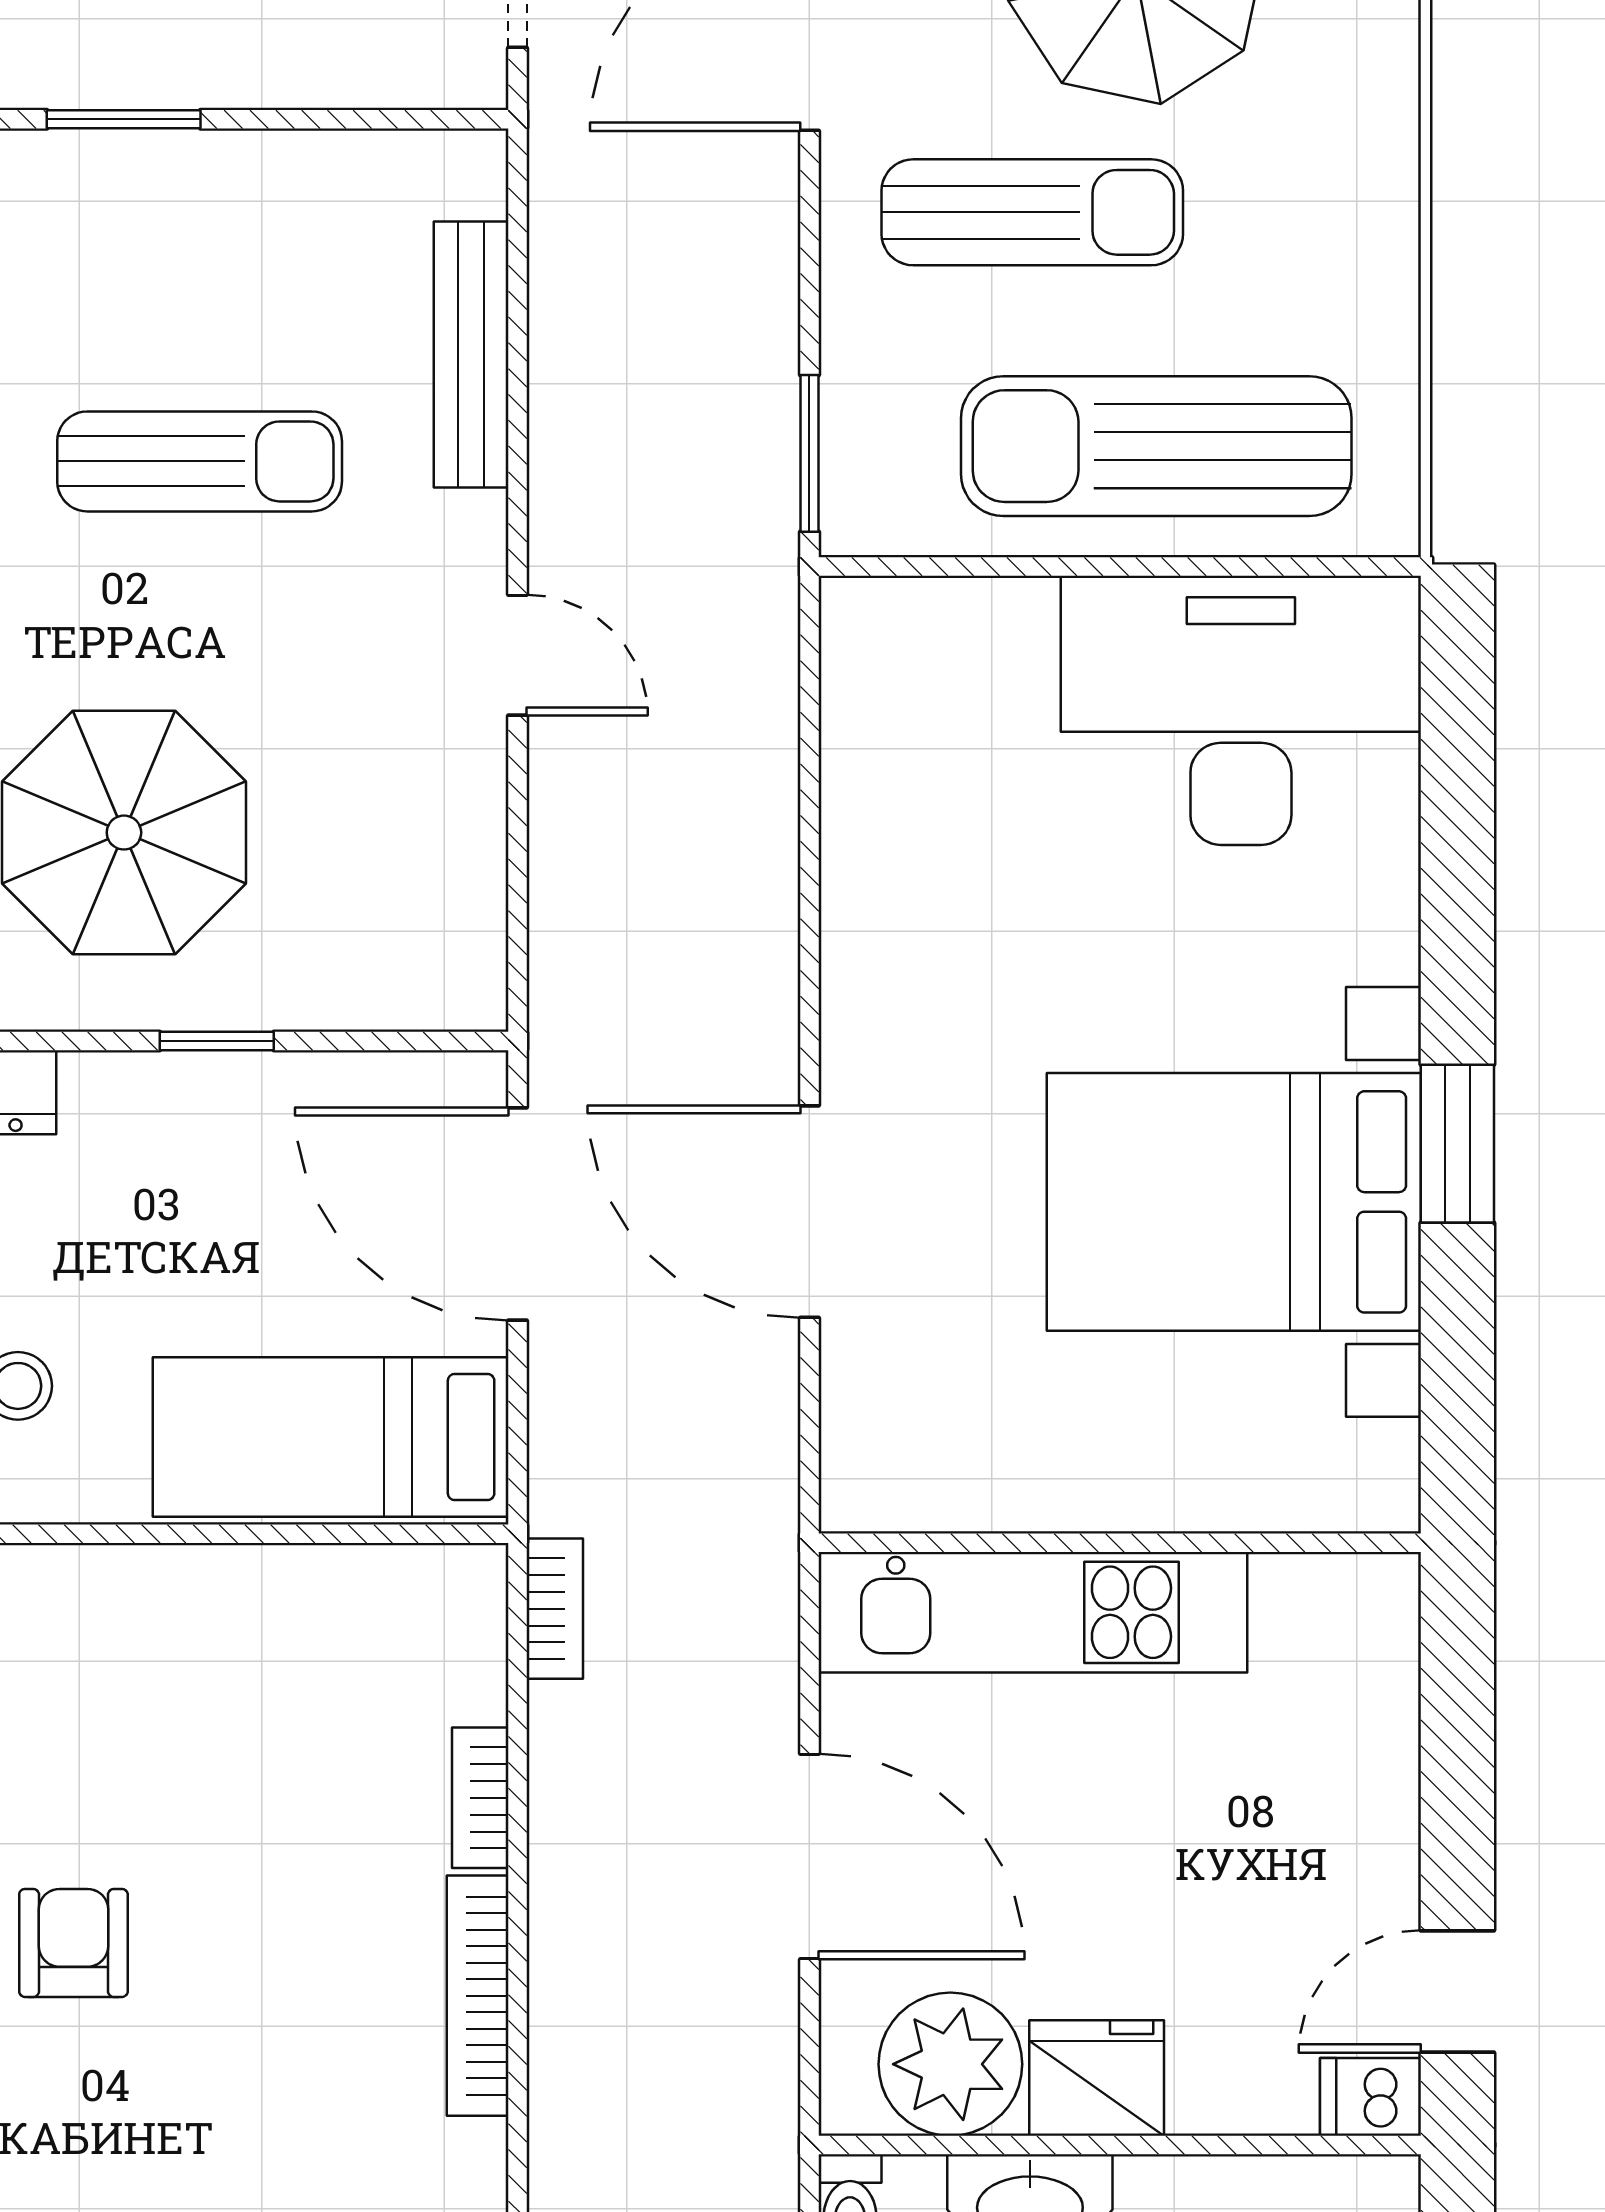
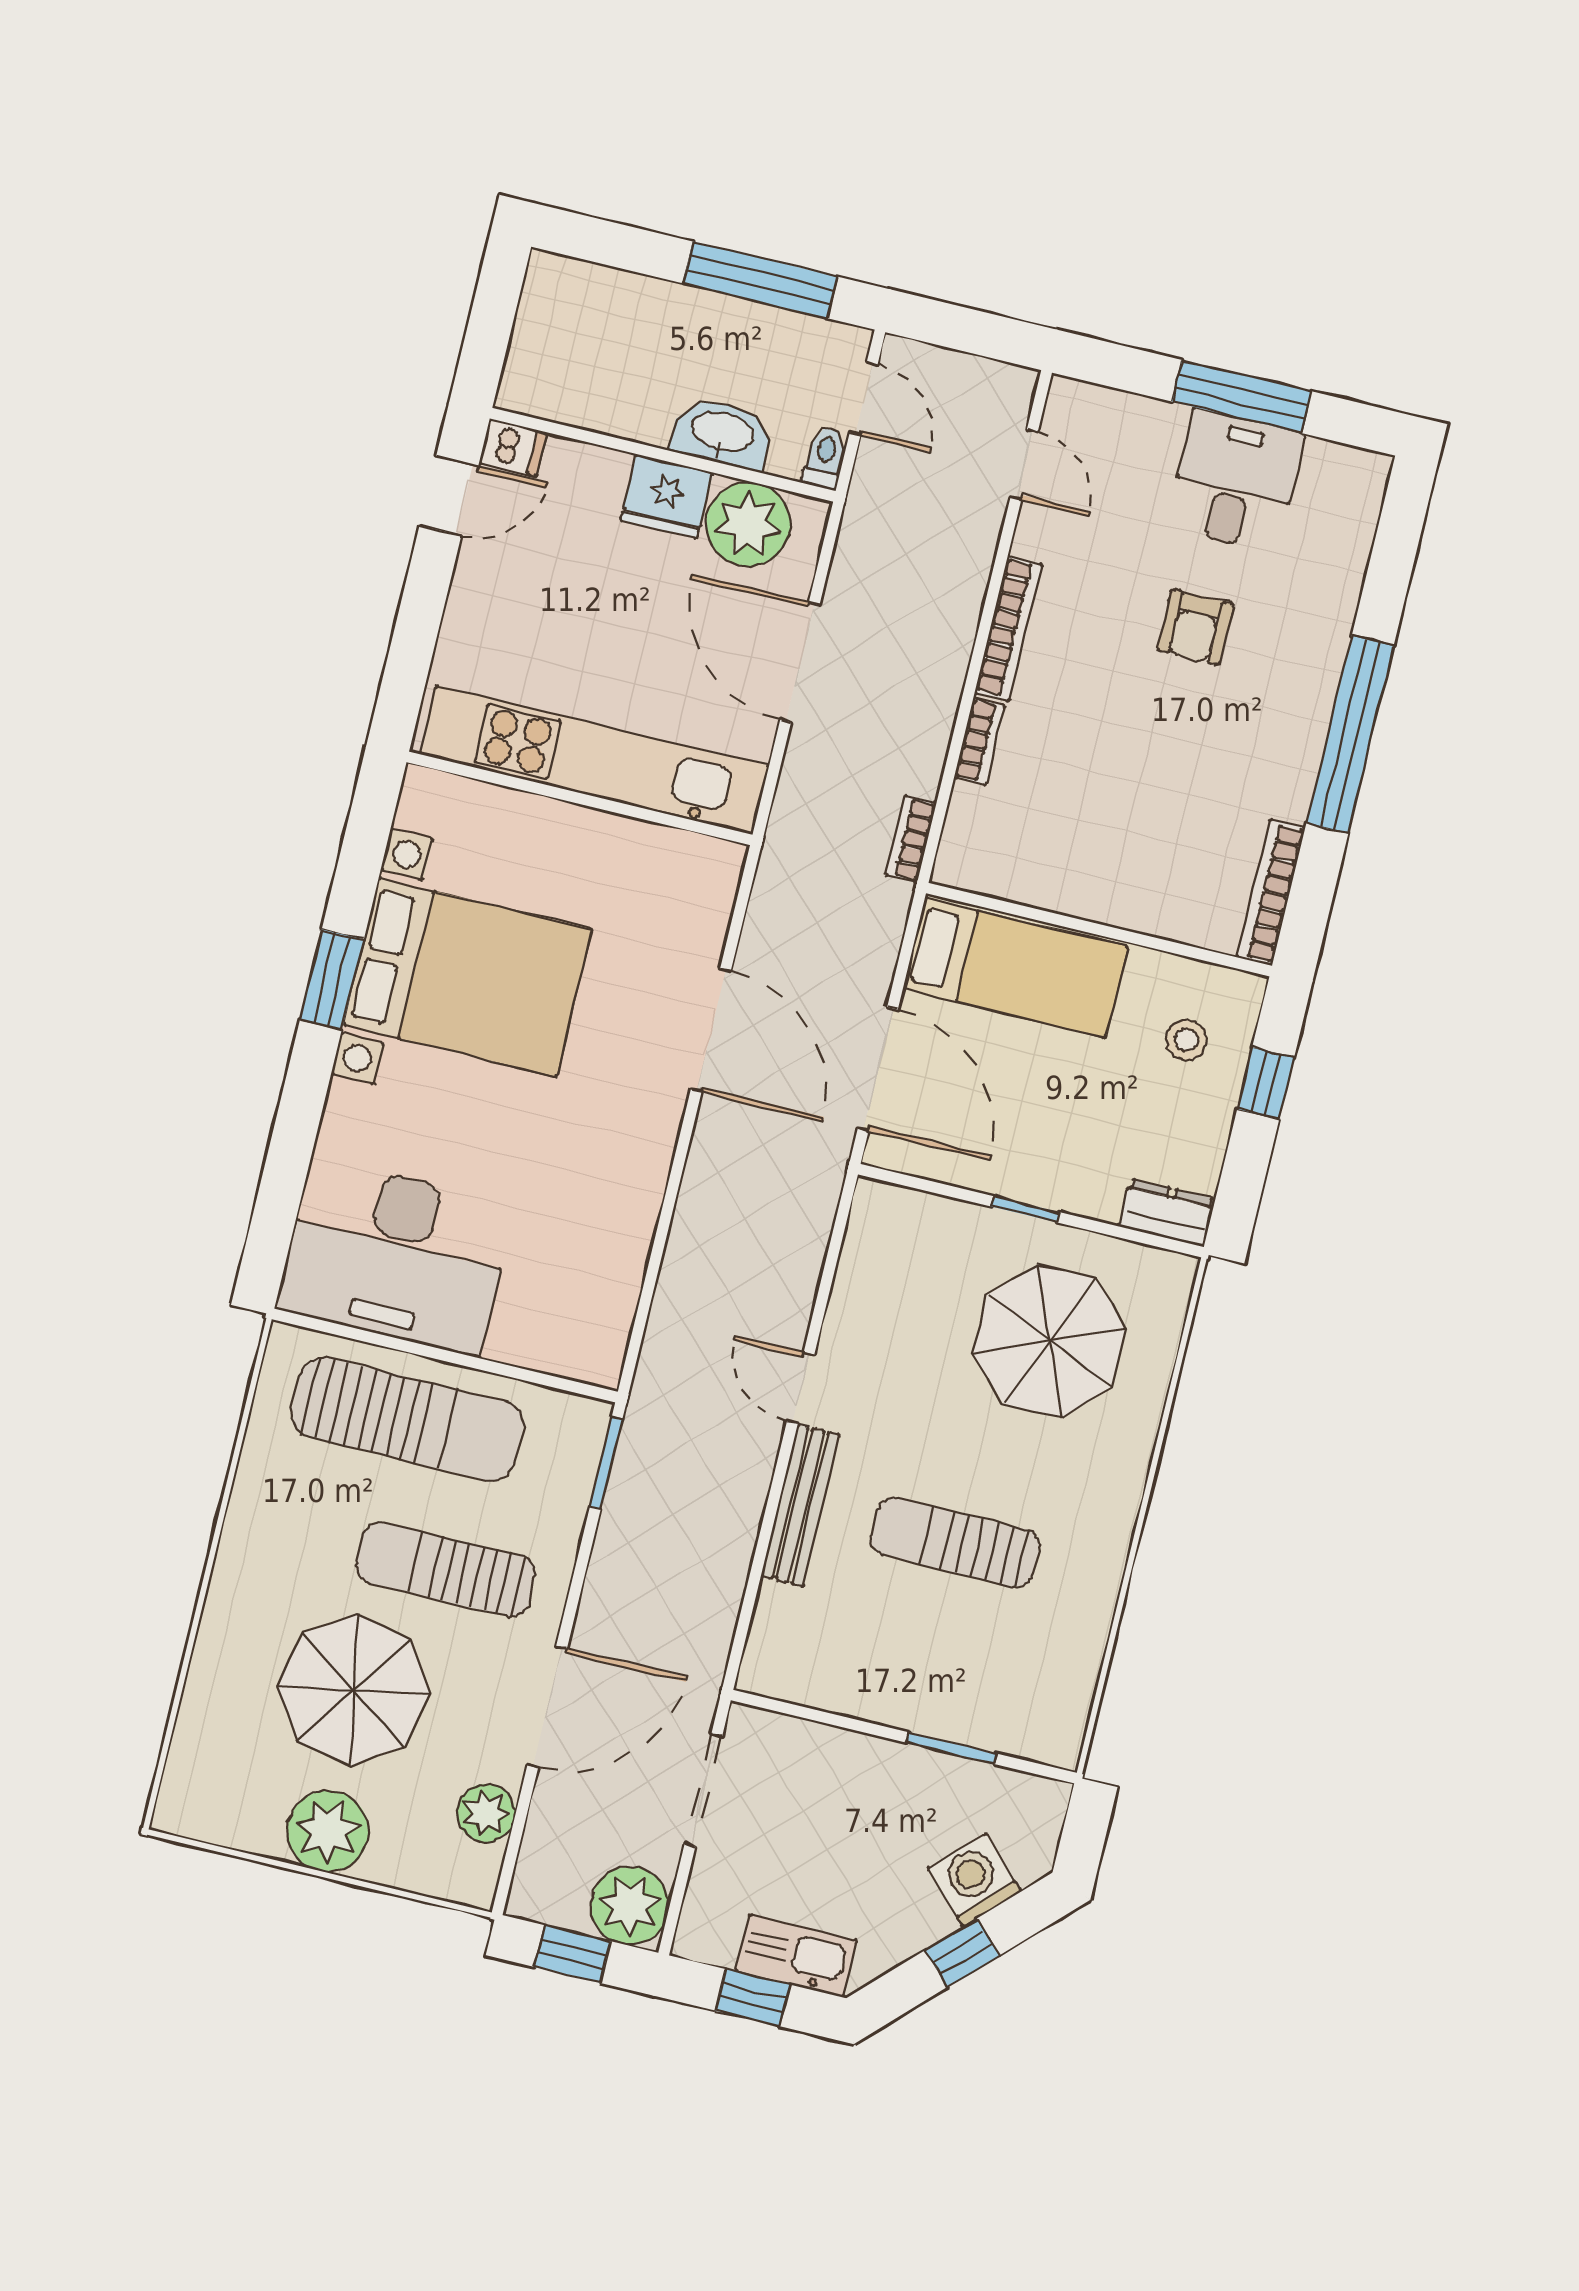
bench: (471, 354) -> (800, 1506), moved
kitchen unit: (1033, 1612) -> (594, 760), width x1.36
armchair: (73, 1943) -> (1195, 627), moved

